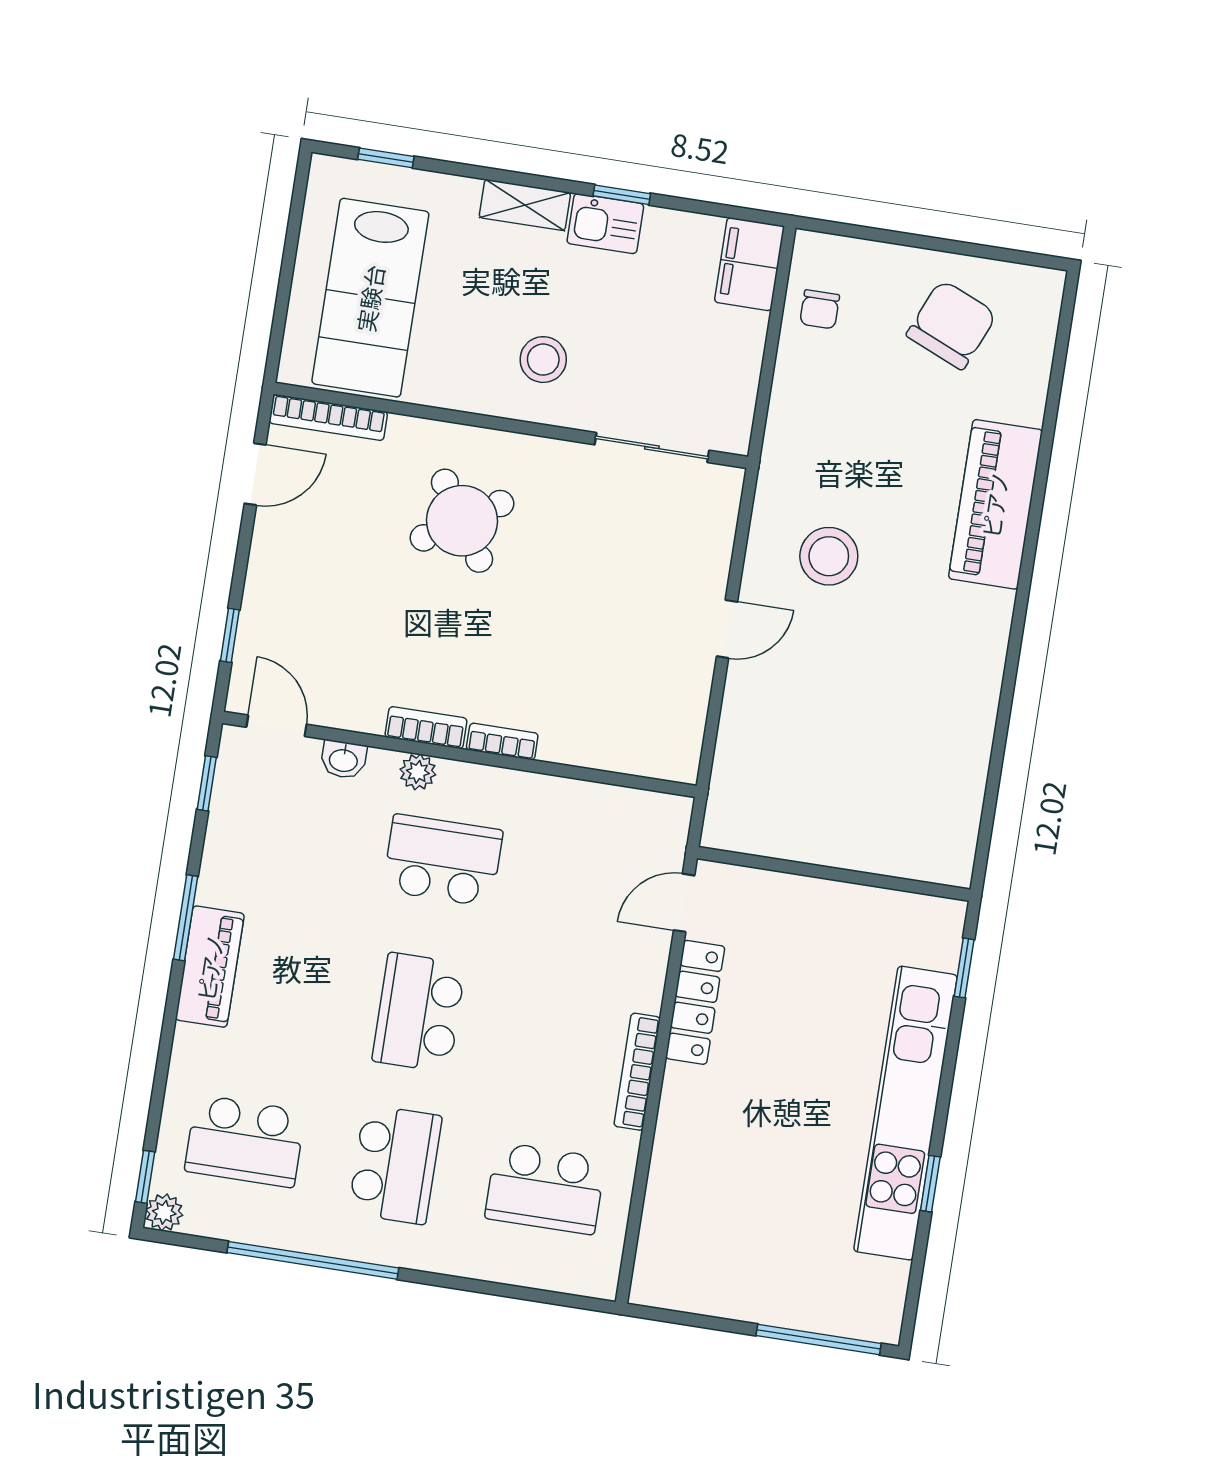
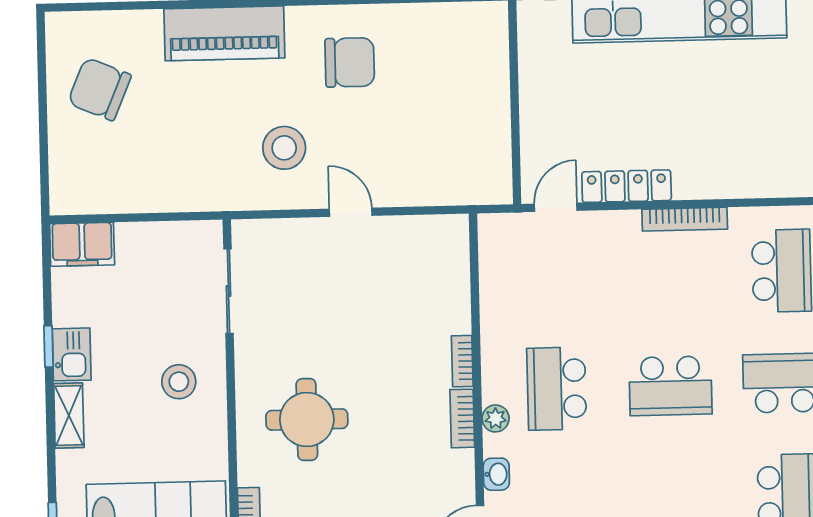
chair: (820, 309) -> (350, 62), moved, width x1.87, depth x1.87
round table: (462, 521) -> (307, 420), turned 33
door: (684, 903) -> (556, 207), swing flipped

